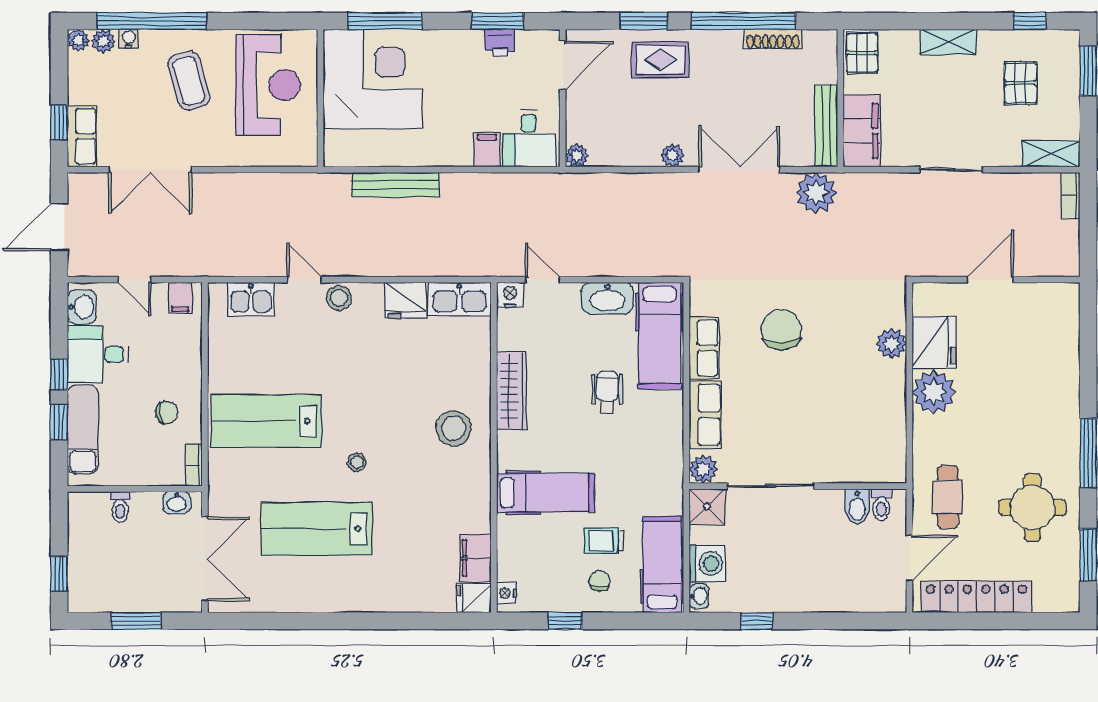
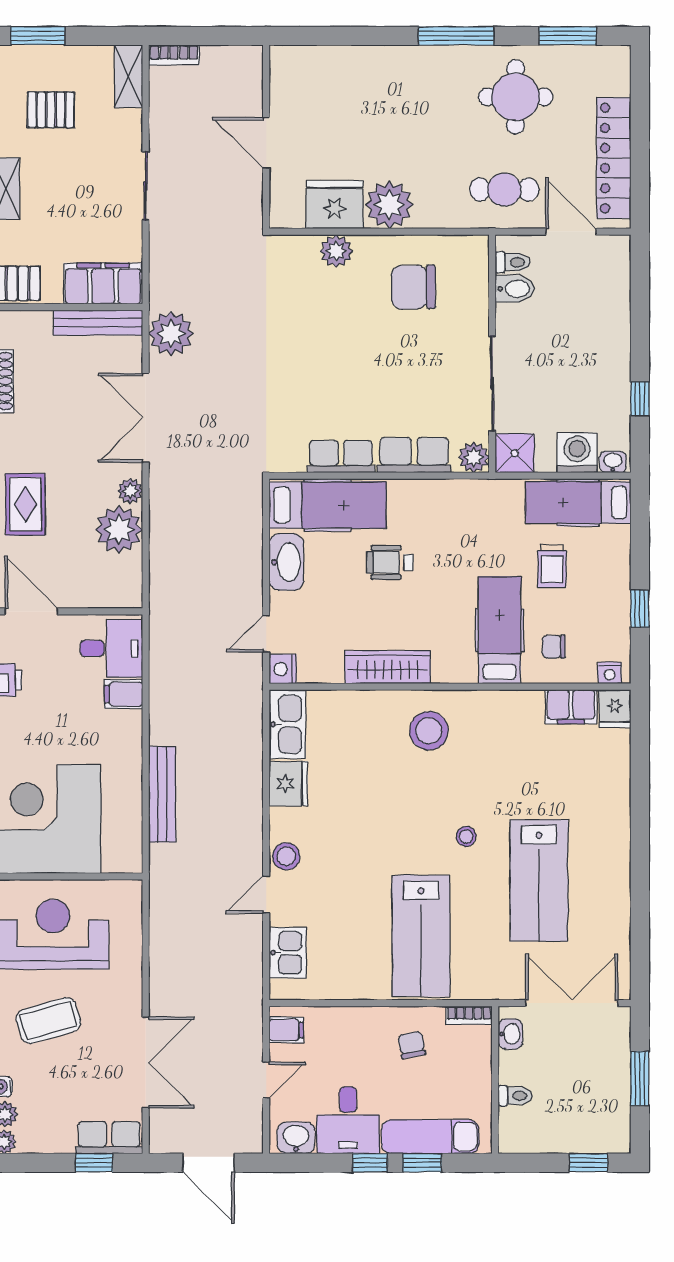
plant: (577, 155) -> (119, 530), moved, width x1.87, depth x1.87
chair: (781, 330) -> (413, 287), moved
chair: (600, 581) -> (554, 647), moved

